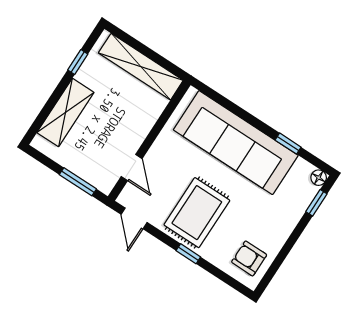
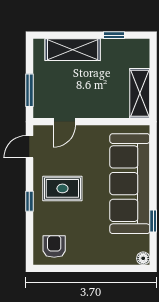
shelving: (141, 67) -> (140, 93), width x0.68
window: (316, 203) -> (124, 268), removed
rug: (197, 213) -> (62, 188), width x0.73, depth x0.70

